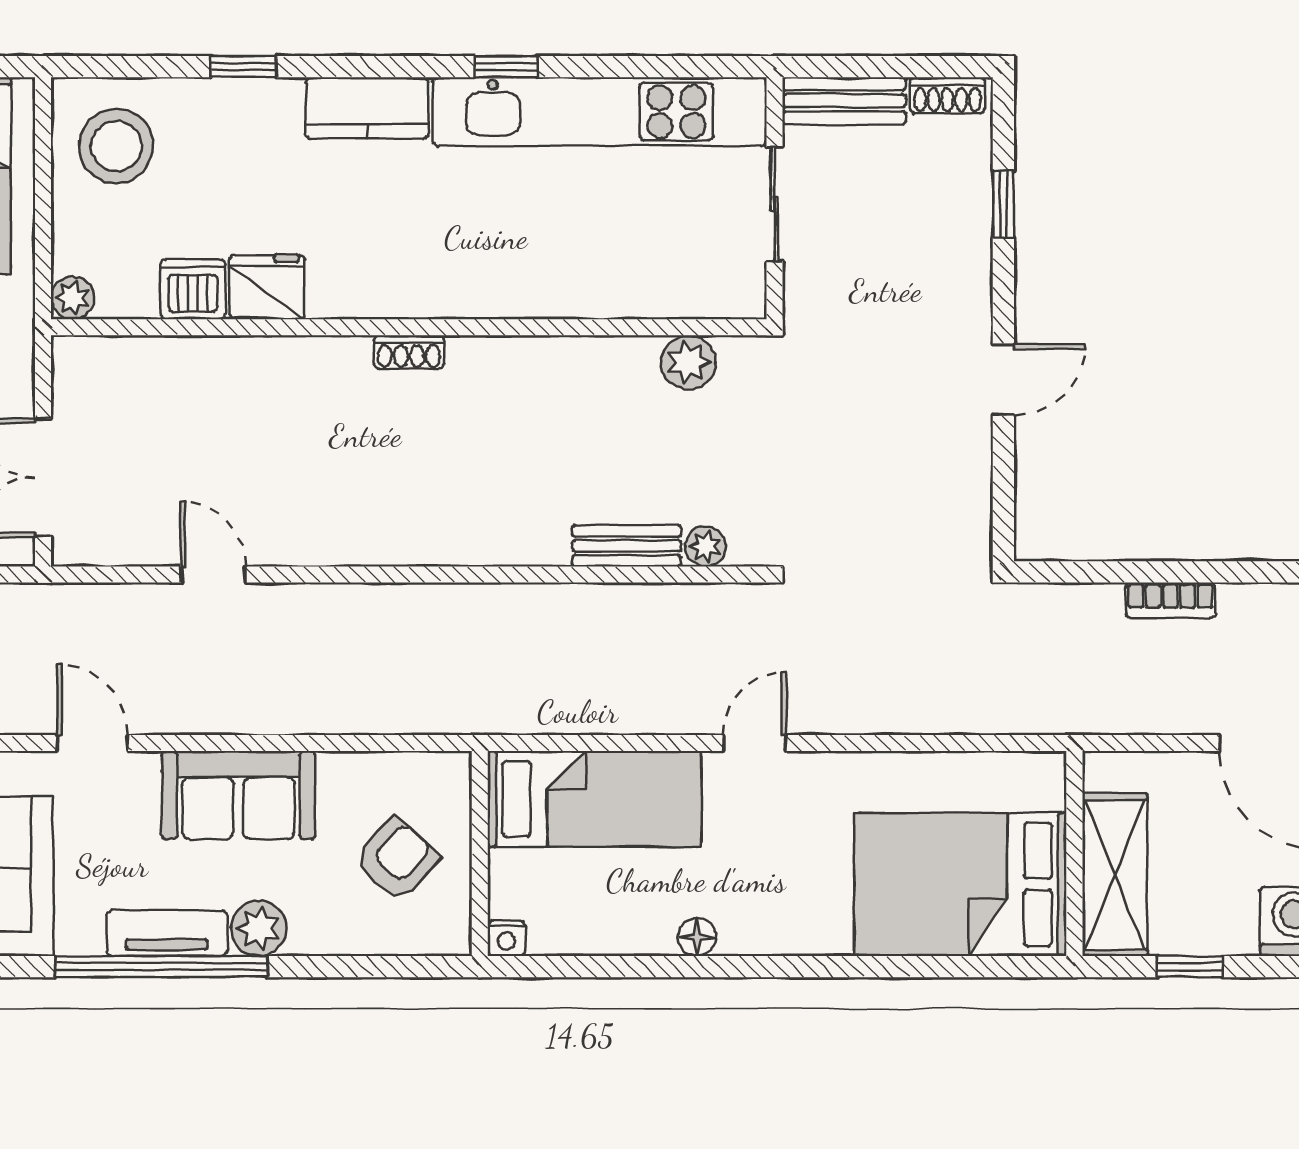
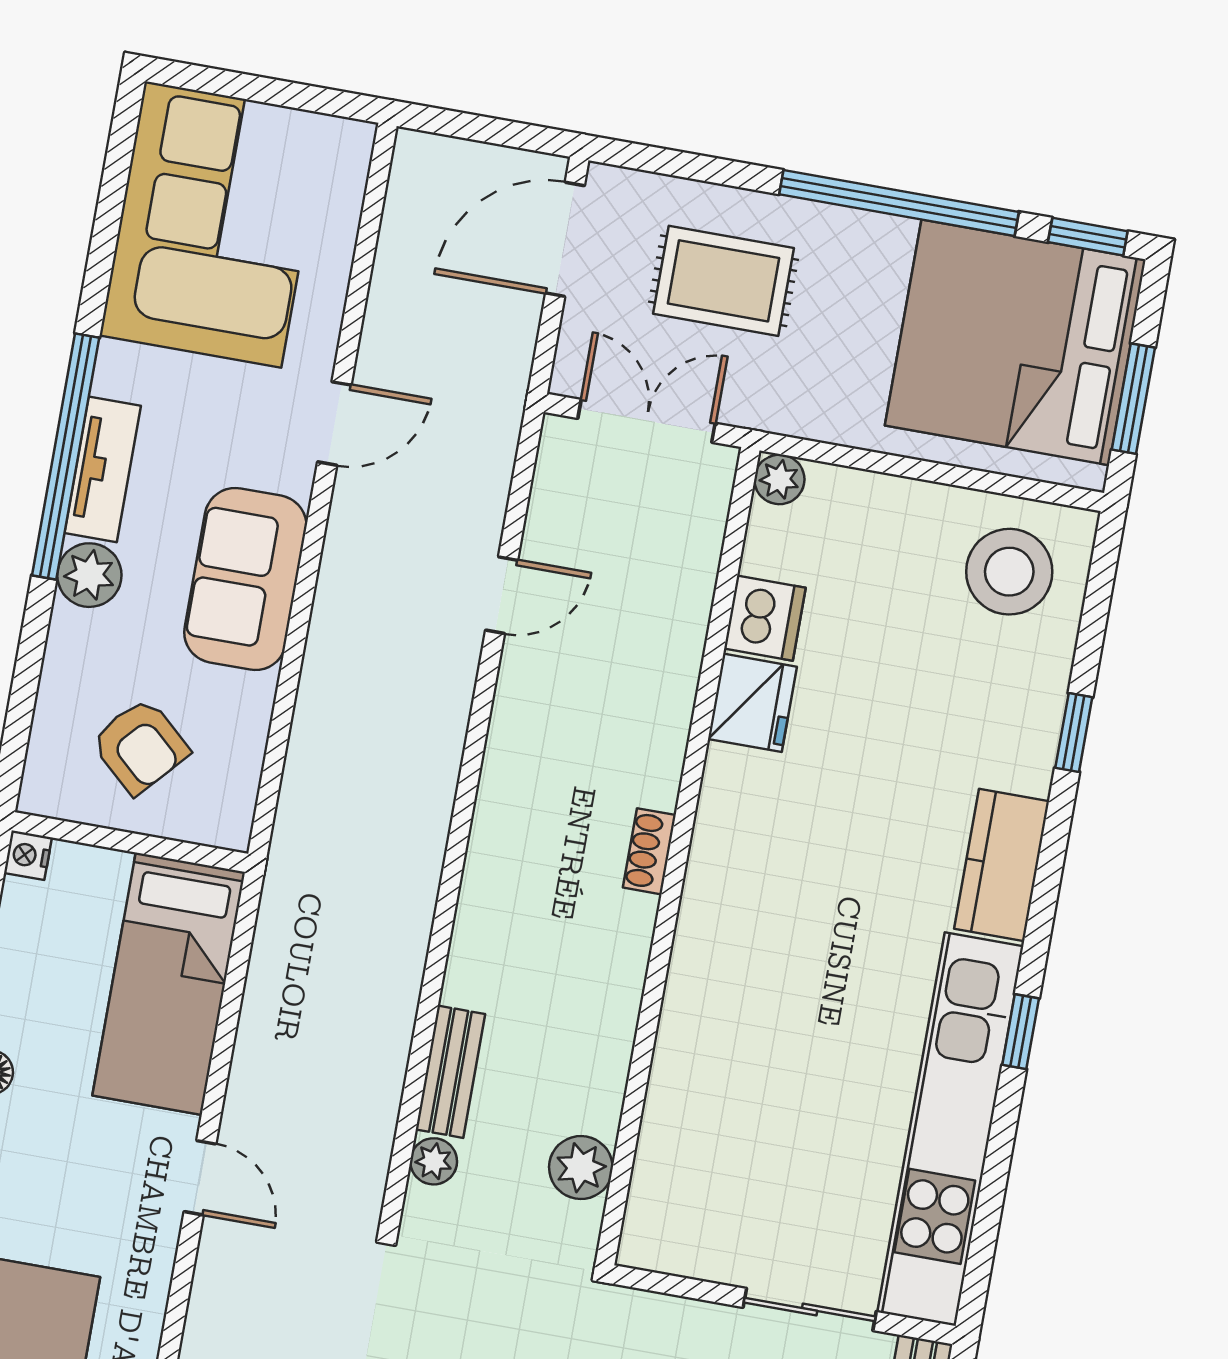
fridge: (267, 287) -> (752, 703), moved
dishwasher: (193, 289) -> (765, 618), moved
plant: (73, 298) -> (779, 479), moved
wall: (409, 327) -> (678, 856), moved
shoe rack: (409, 352) -> (649, 851), moved
plant: (688, 362) -> (581, 1168), moved

